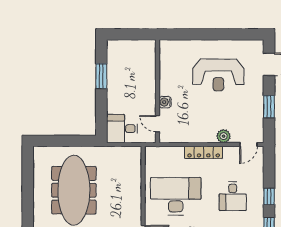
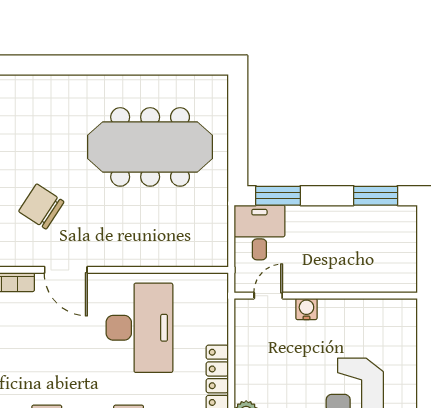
window: (101, 76) -> (376, 196), moved
window: (101, 118) -> (278, 196), added

